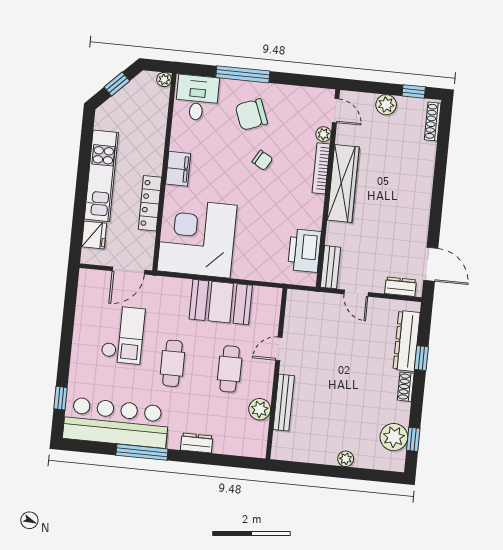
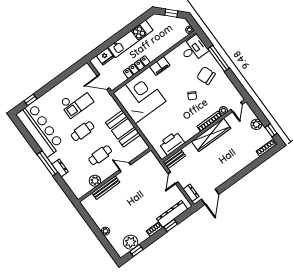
window: (142, 452) -> (47, 163), moved

